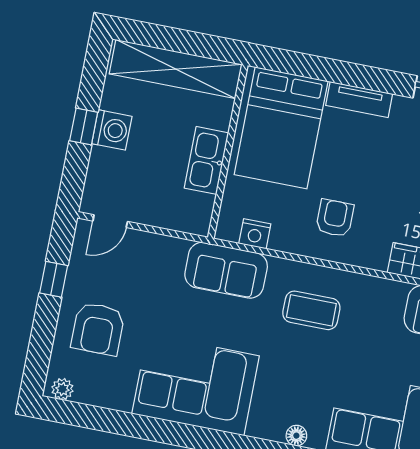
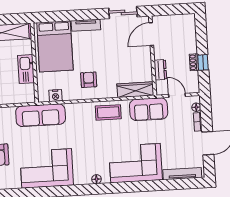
sofa: (226, 270) -> (41, 115), width x1.36
coffee table: (311, 310) -> (108, 112), moved

